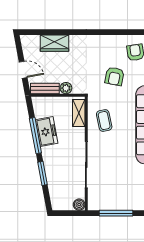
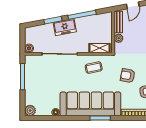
freezer: (47, 132) -> (65, 27), moved

